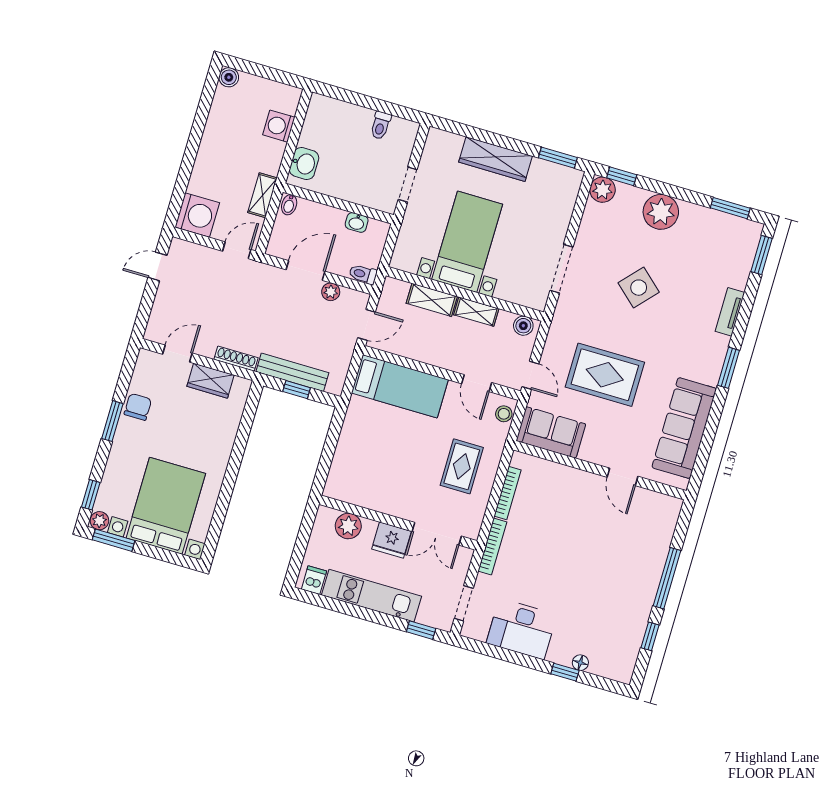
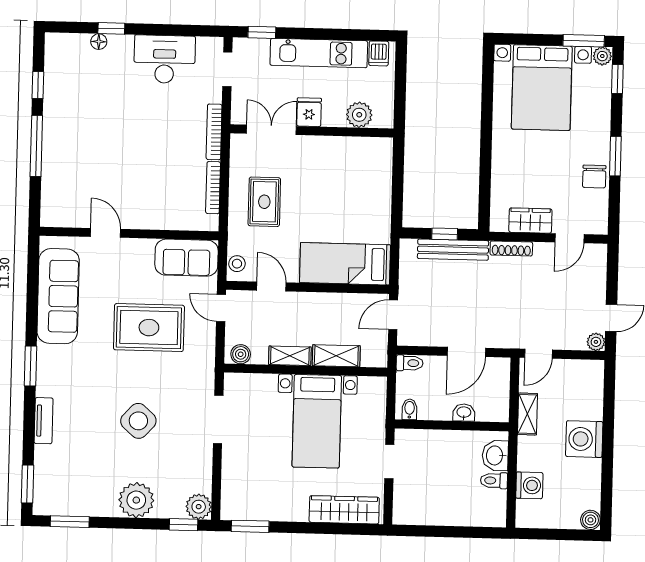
toilet: (381, 125) -> (494, 481), moved, turned -90
wardrobe: (496, 159) -> (344, 510), moved
bidet: (289, 205) -> (410, 409), moved
washing machine: (197, 215) -> (584, 439), moved
washbasin: (357, 222) -> (464, 413), moved
plant: (331, 292) -> (596, 342), moved
fridge: (392, 540) -> (309, 112), width x0.72

